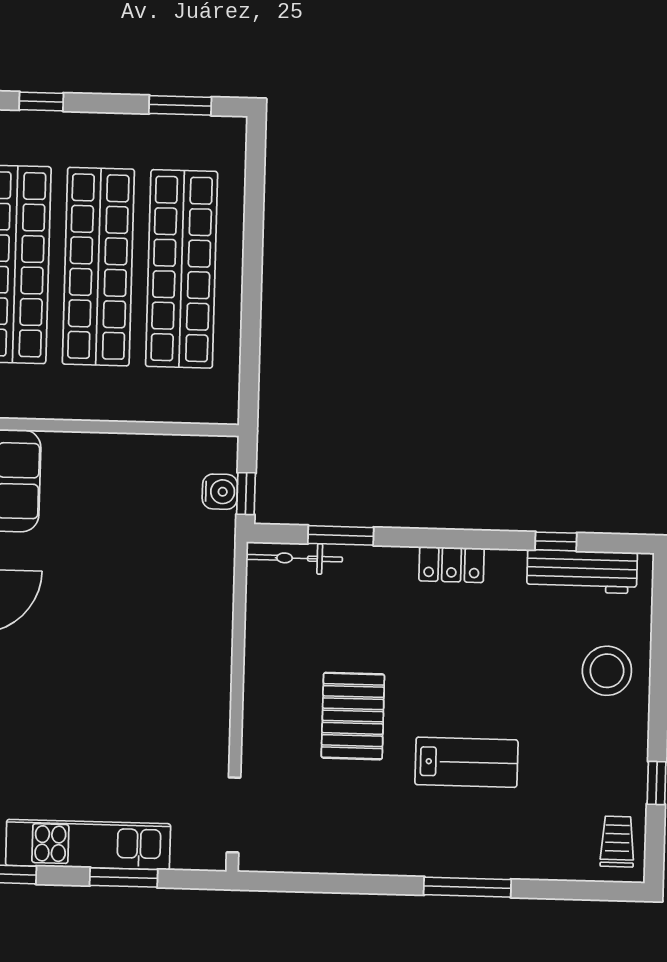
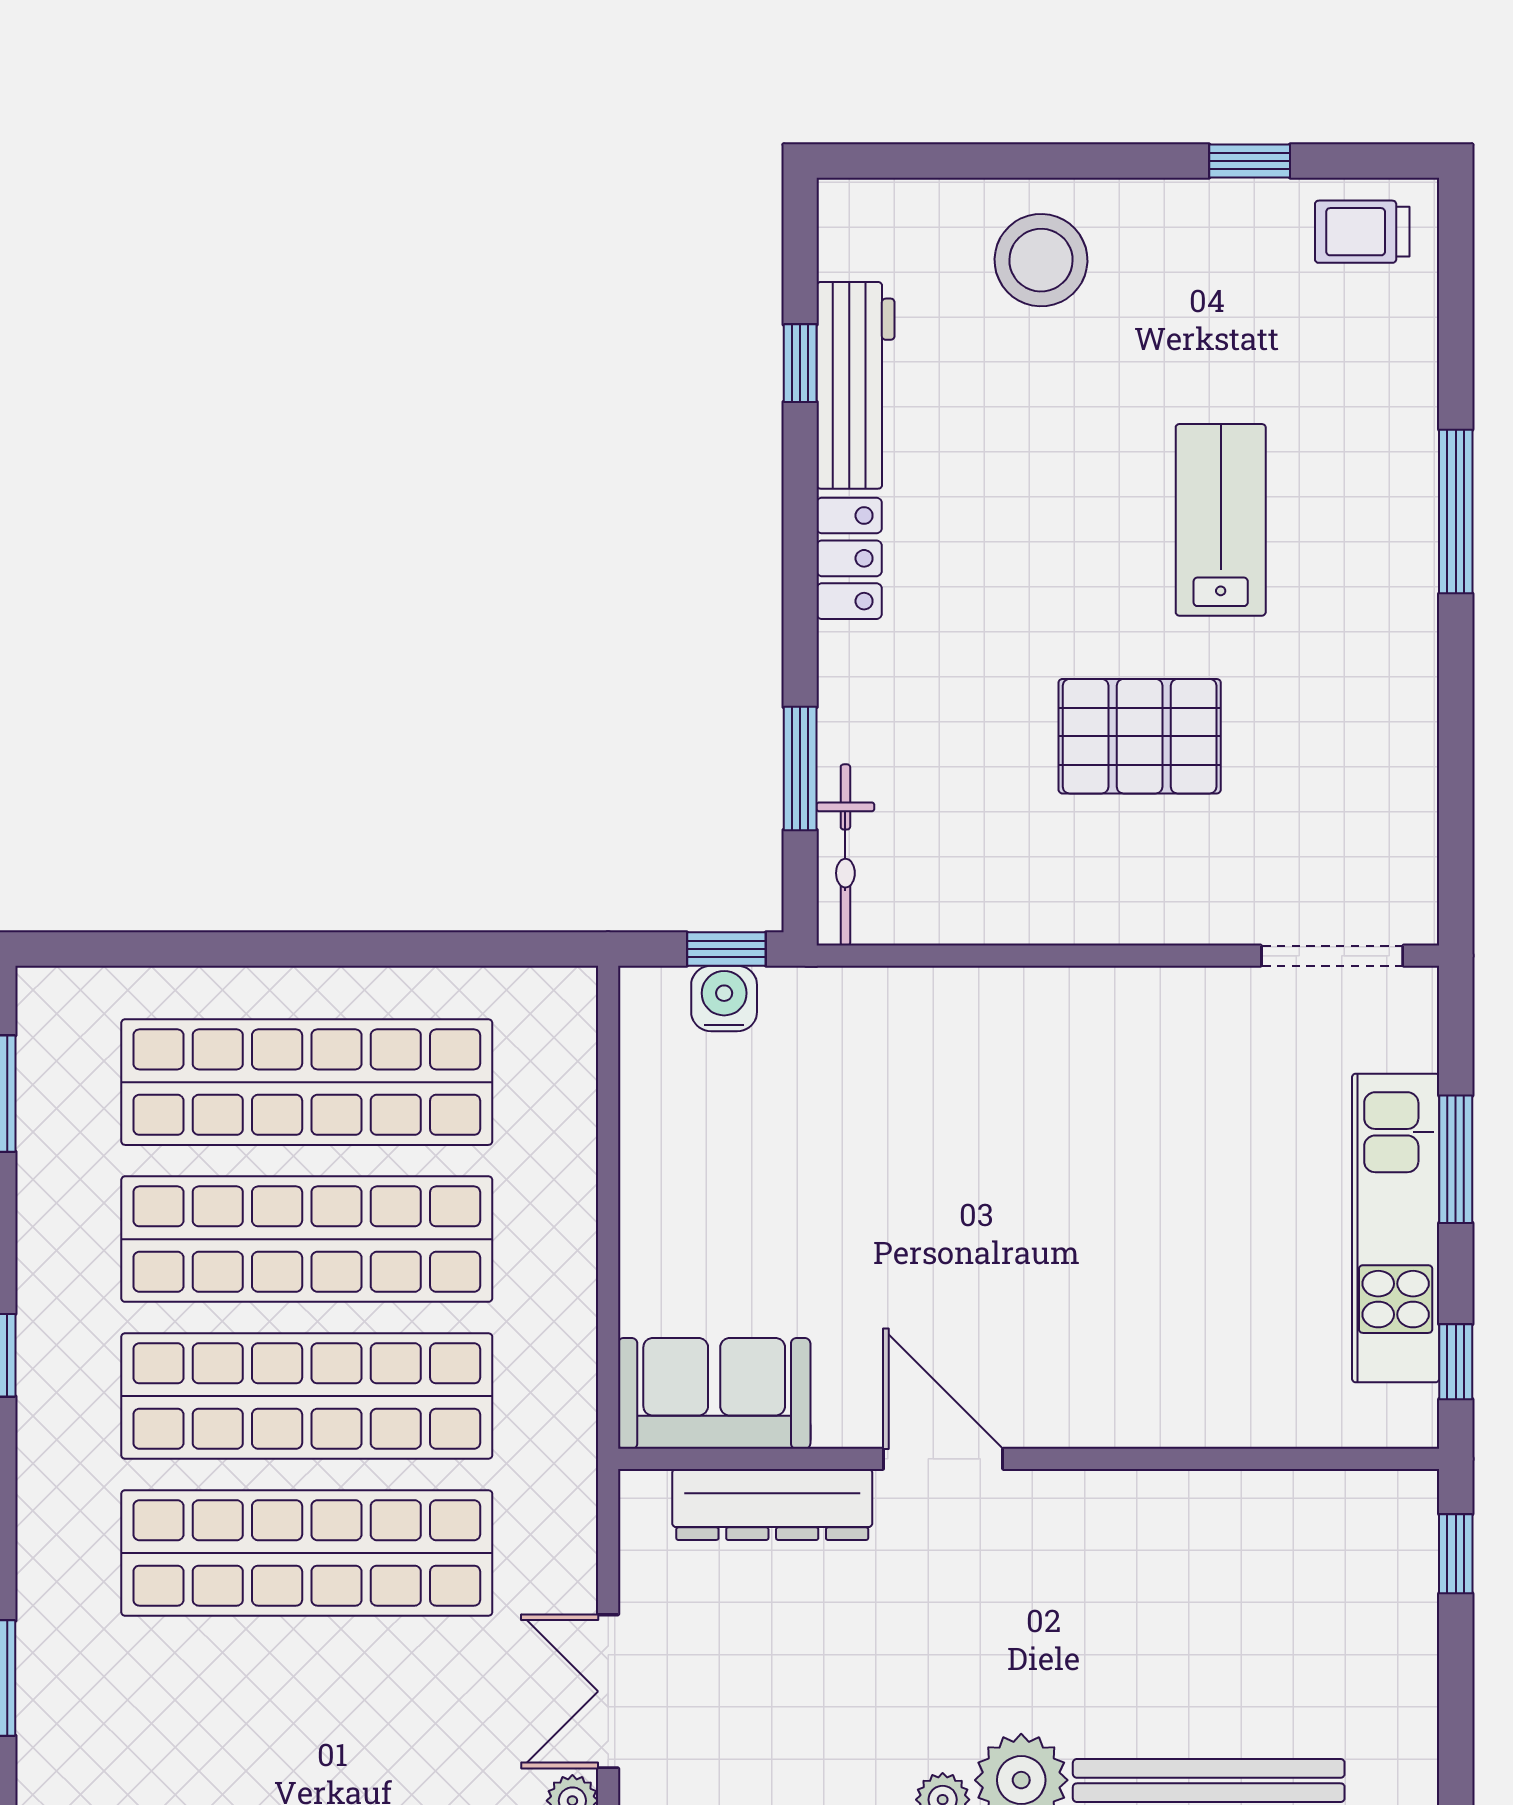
workbench: (582, 572) -> (856, 385), moved

